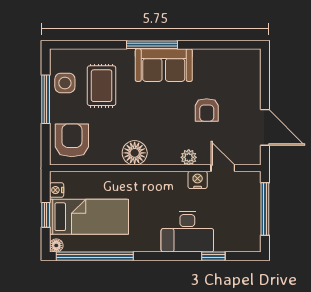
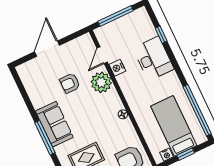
armchair: (207, 110) -> (70, 83), turned 180
door: (265, 127) -> (47, 49), moved
floor lamp: (135, 153) -> (123, 114), width x0.53, depth x0.53
plant: (189, 157) -> (101, 82), width x1.88, depth x1.88
floor lamp: (56, 245) -> (202, 138), removed

